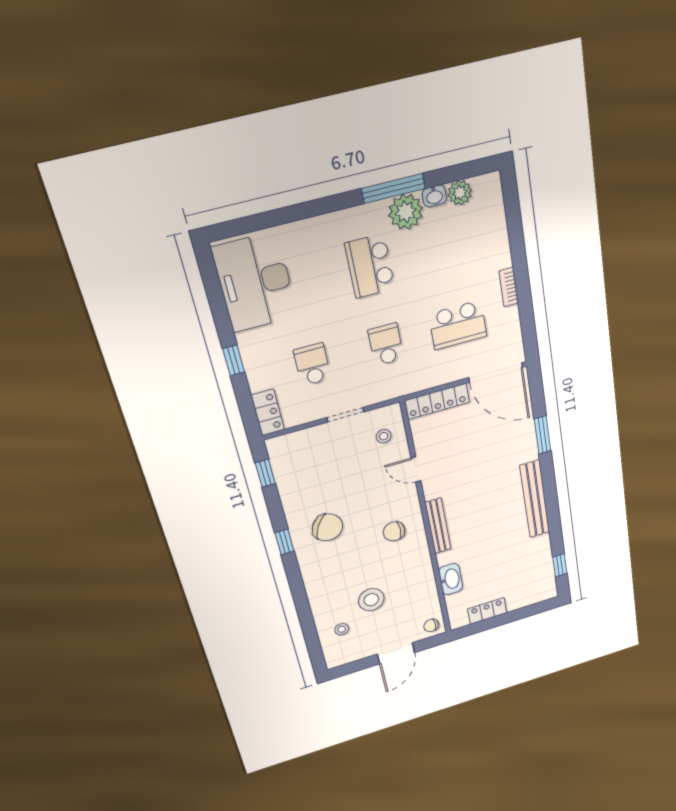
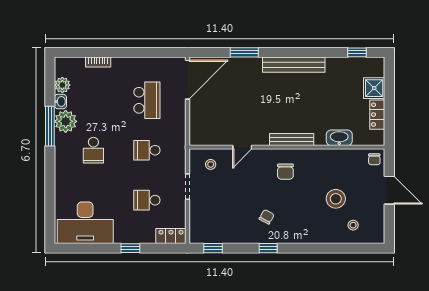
school desk: (370, 266) -> (93, 150), width x0.54
bookcase: (509, 287) -> (98, 62), moved
locker: (437, 401) -> (196, 123), removed
chair: (327, 527) -> (267, 217), width x0.54, depth x0.54
shower: (519, 597) -> (374, 88), added

